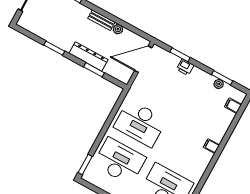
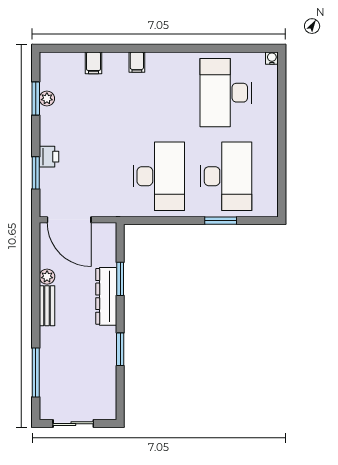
filing cabinet: (233, 106) -> (93, 63), moved
desk: (120, 161) -> (226, 176), turned 180
window: (85, 165) -> (221, 221), moved

